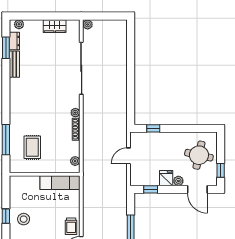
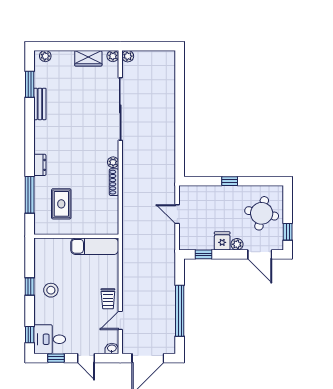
dresser: (14, 41) -> (40, 165), moved
window: (153, 128) -> (230, 181), moved
door: (129, 156) -> (177, 214), hinge flipped
plant: (75, 161) -> (113, 56), moved

